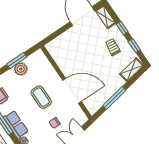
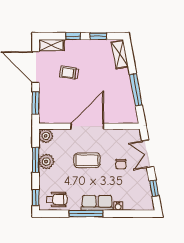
window: (57, 33) -> (36, 103), added
trolley: (113, 47) -> (69, 73), moved
plant: (39, 56) -> (46, 136), added
door: (72, 91) -> (87, 126), moved

